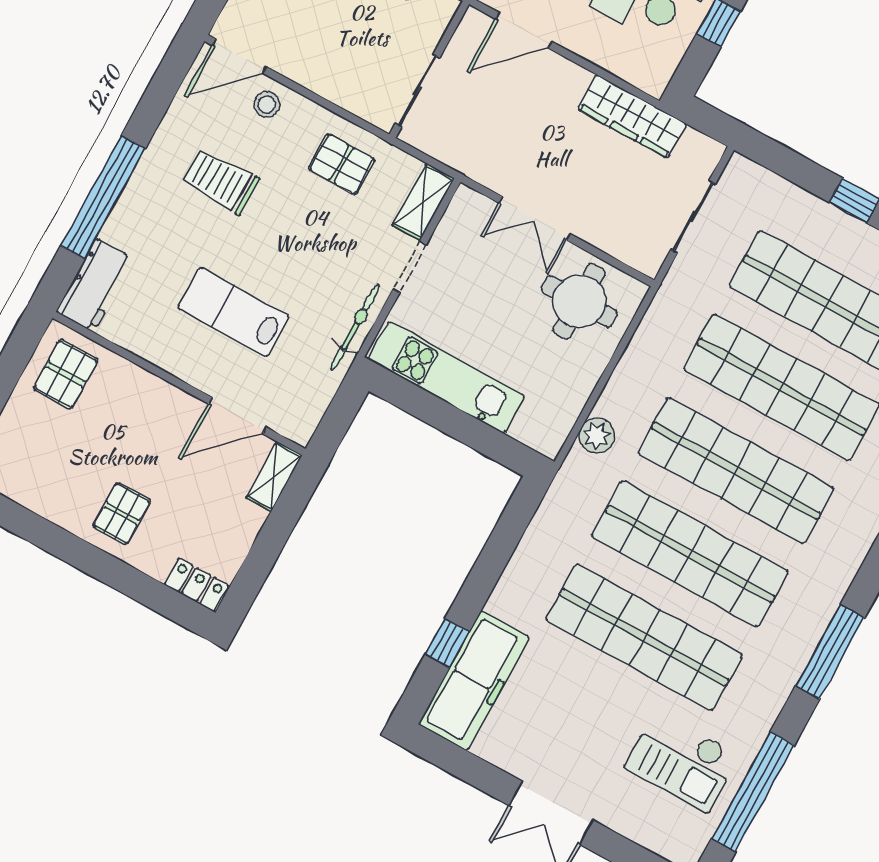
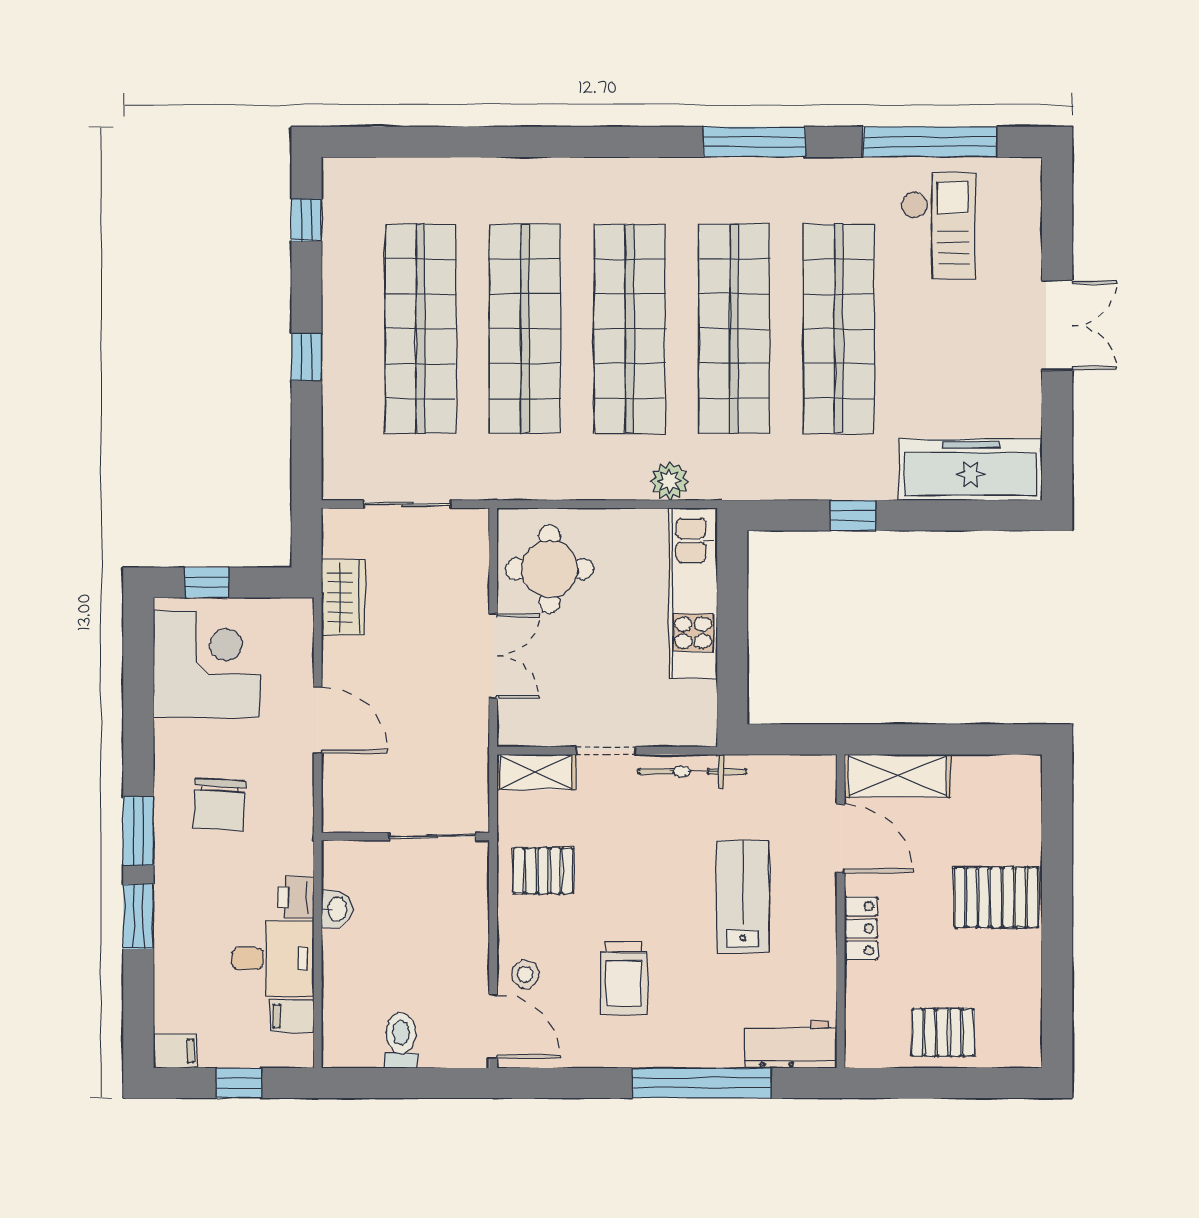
door: (524, 30) -> (318, 720), moved
wardrobe: (632, 116) -> (343, 597), width x0.67
pallet: (342, 164) -> (543, 871), turned 90
lab bench: (233, 312) -> (743, 897), turned 180
pallet: (66, 374) -> (943, 1032), moved
kitchen unit: (446, 377) -> (693, 593), moved
shelving: (274, 476) -> (898, 776), width x1.50, depth x1.33
pallet: (122, 514) -> (996, 897), width x1.50, depth x1.42
locker: (196, 585) -> (861, 928), moved, turned 180
window: (447, 643) -> (853, 515), moved

